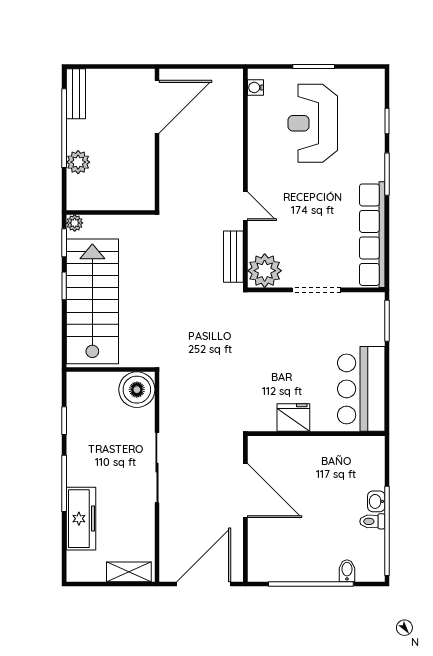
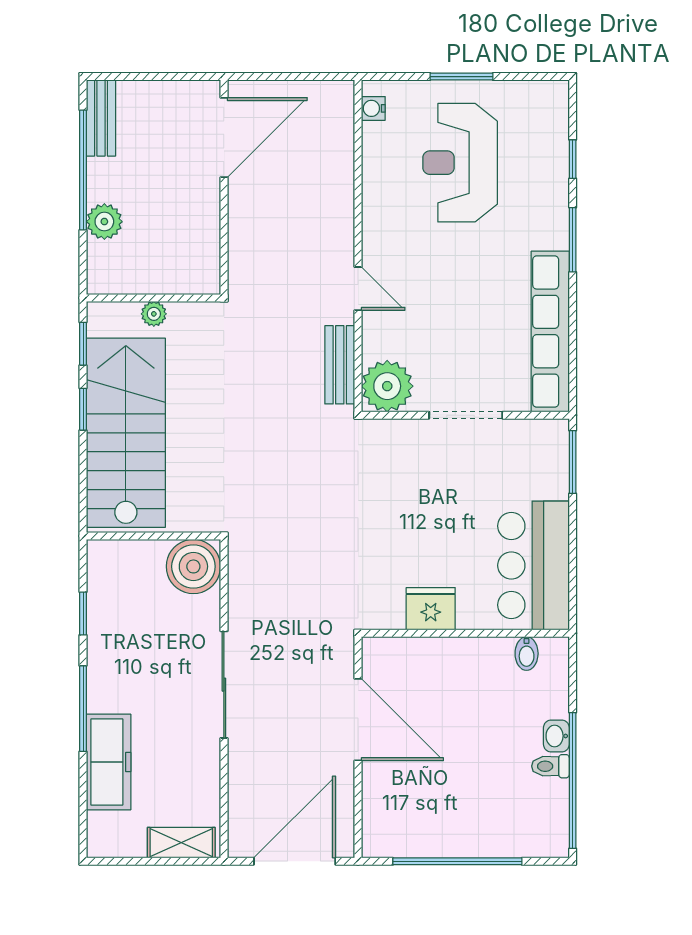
plant: (75, 223) -> (154, 314), moved
bidet: (347, 571) -> (527, 653), moved, turned 180

